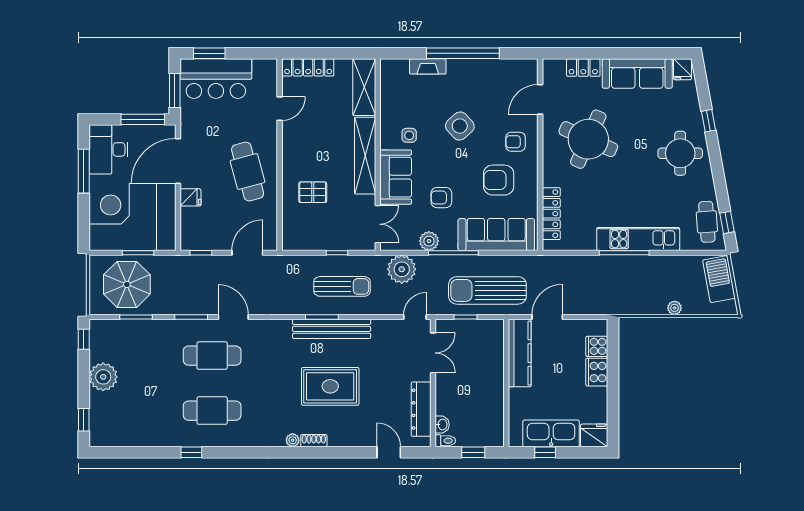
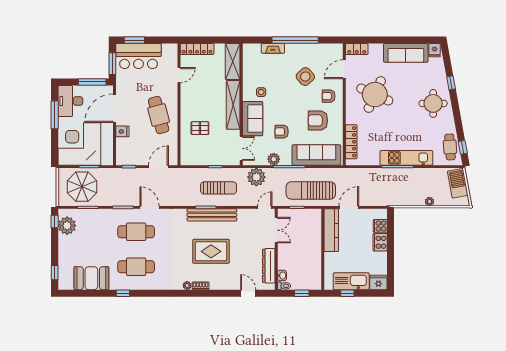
locker: (583, 68) -> (357, 49), moved
side table: (460, 126) -> (305, 77), moved
plant: (103, 377) -> (67, 226), moved
booth: (142, 429) -> (91, 278), added

